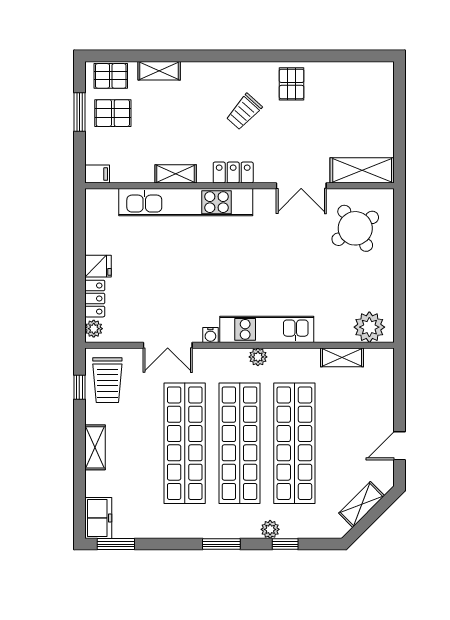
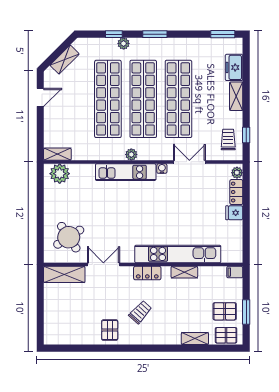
shelving: (342, 357) -> (57, 154), moved
trolley: (107, 380) -> (228, 140), width x0.73, depth x0.72
freezer: (98, 518) -> (234, 67), moved

